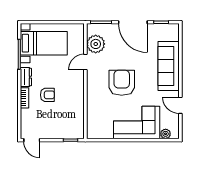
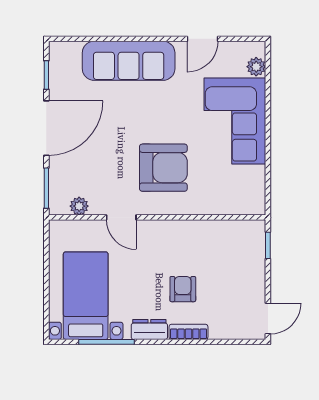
plant: (96, 44) -> (79, 206), width x0.53, depth x0.53
armchair: (122, 83) -> (163, 168), moved, turned 180

